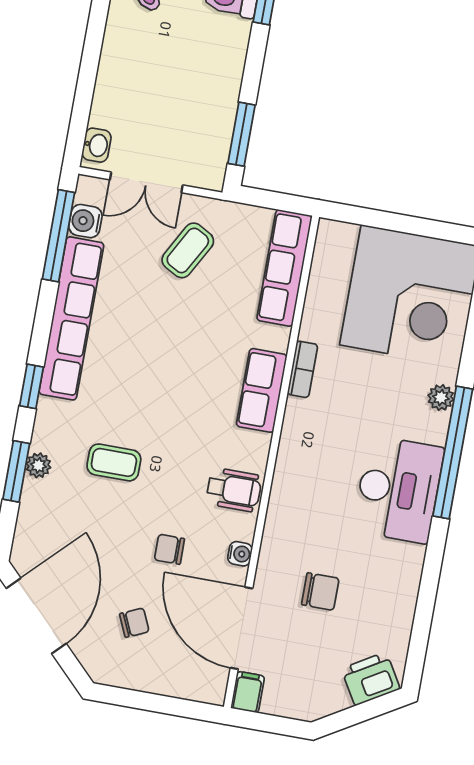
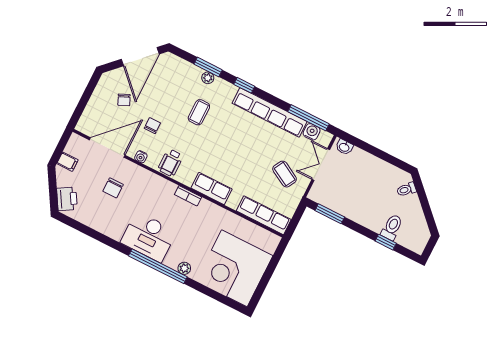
bookcase: (302, 369) -> (188, 196), moved
door: (36, 616) -> (140, 57), hinge flipped
filing cabinet: (248, 692) -> (67, 162), moved

